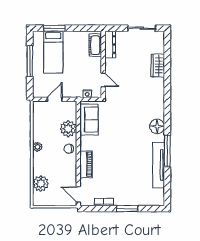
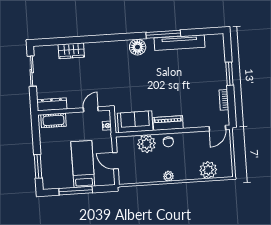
bed: (53, 52) -> (83, 164), moved, turned -90
piano: (86, 164) -> (168, 123), moved

